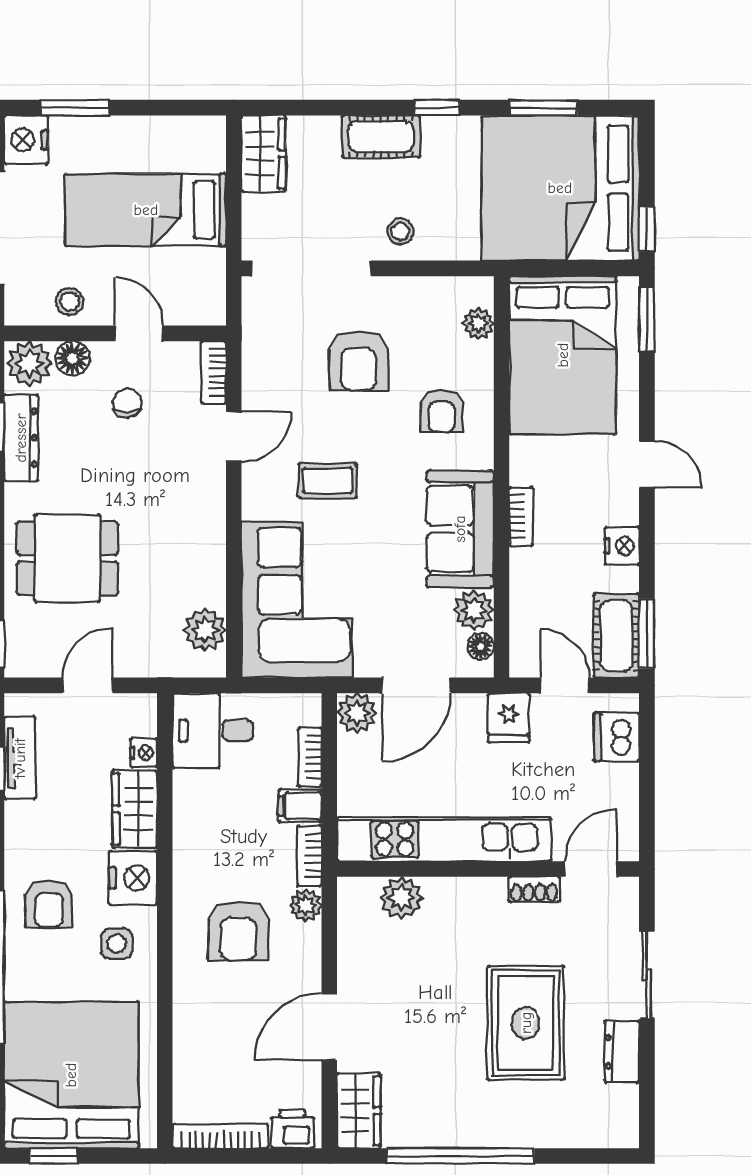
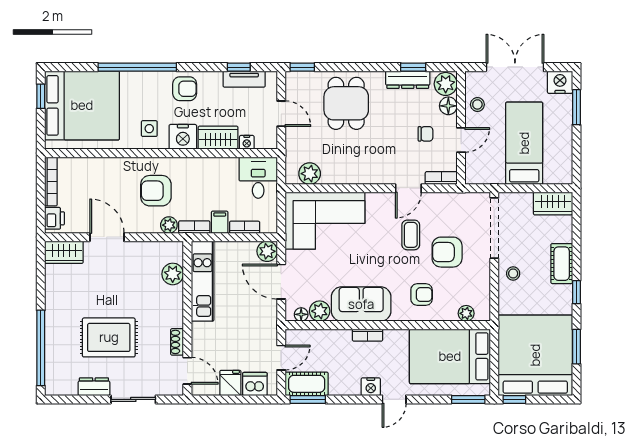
armchair: (442, 411) -> (422, 295), turned 180
door: (234, 436) -> (408, 188), hinge flipped
coffee table: (328, 480) -> (411, 235), moved
nightstand: (622, 546) -> (371, 387), moved
fridge: (509, 718) -> (230, 383), moved, turned 90
kitchen unit: (444, 839) -> (203, 281), width x0.73
armchair: (49, 903) -> (185, 89), moved, turned 180
window: (460, 1156) -> (41, 348), moved

